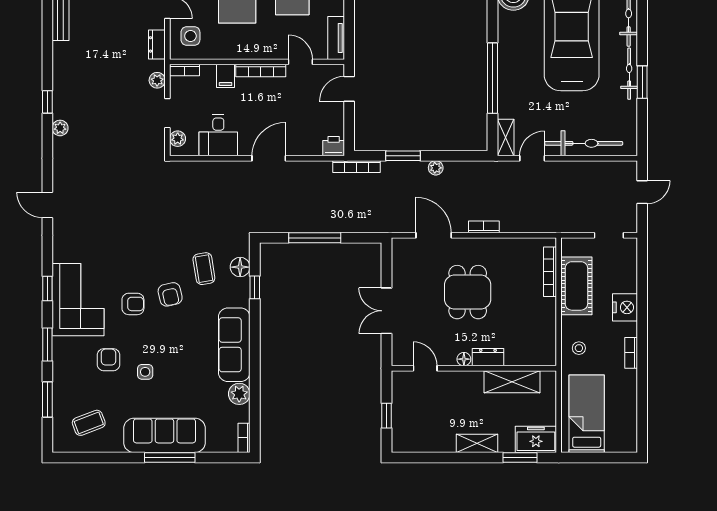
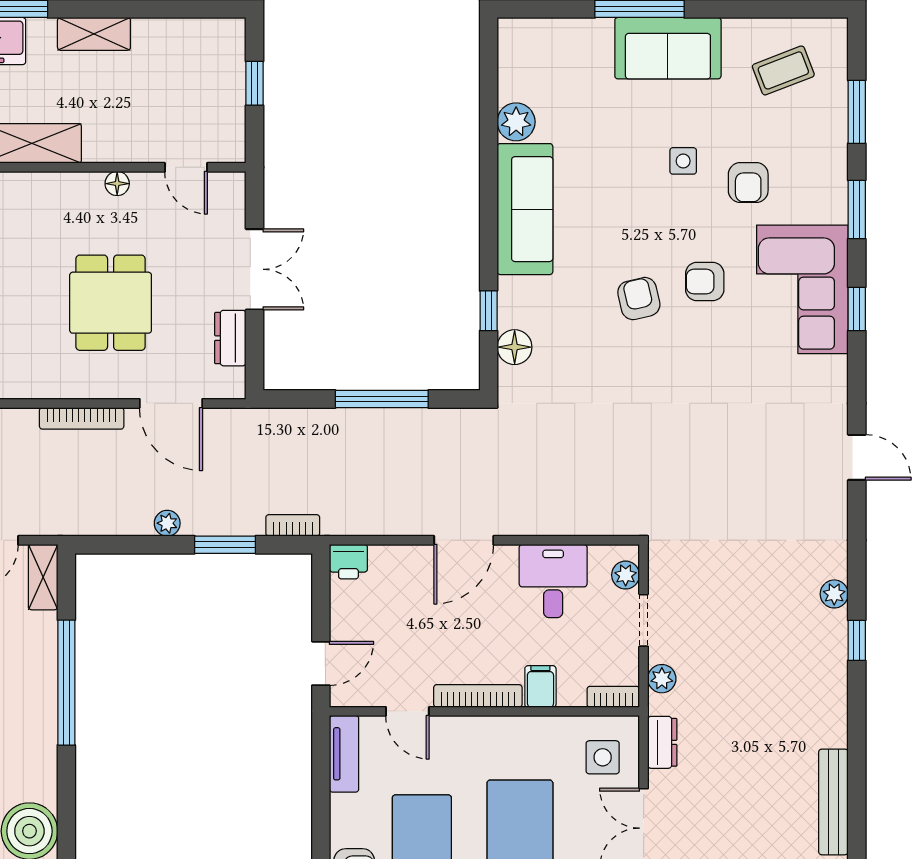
bookcase: (356, 167) -> (293, 525), width x0.64
bookcase: (484, 227) -> (82, 418), width x1.56
coffee table: (204, 269) -> (579, 344), removed
dresser: (488, 357) -> (230, 338), moved, turned 90
sofa: (164, 435) -> (668, 48), width x0.73
bookcase: (244, 438) -> (508, 44), removed

